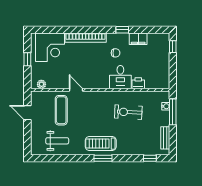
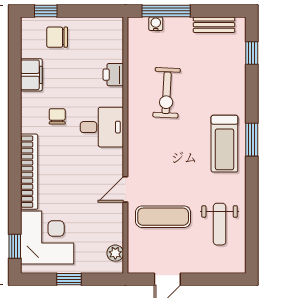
window: (122, 30) -> (15, 246), moved
chair: (158, 53) -> (57, 37), added
desk: (120, 77) -> (102, 127), moved
weight bench: (57, 141) -> (220, 224), turned 180

